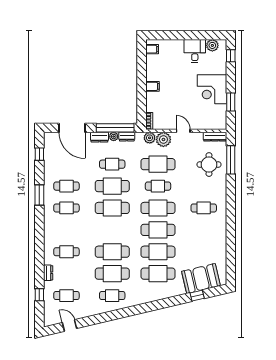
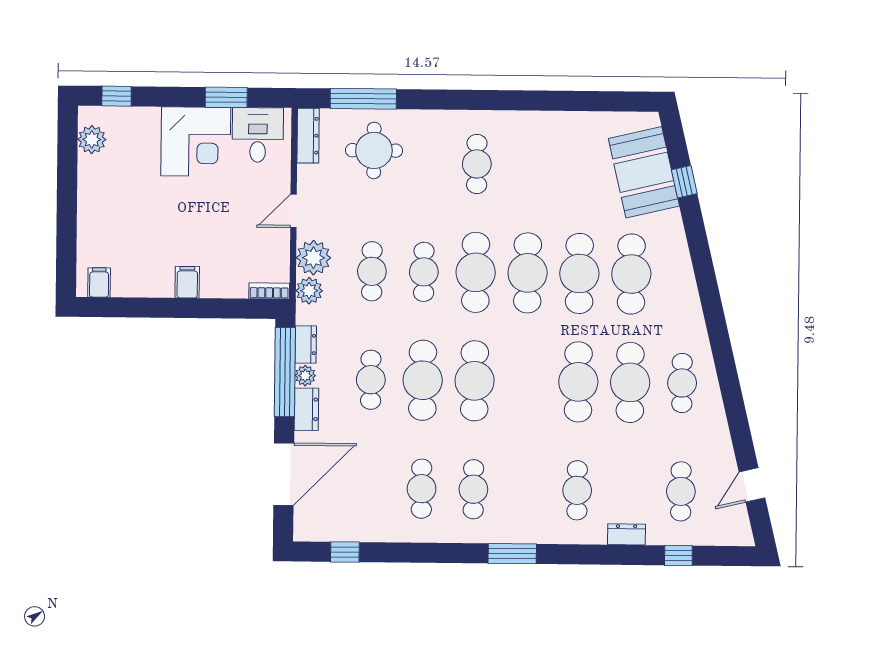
desk: (195, 51) -> (258, 135), moved, turned 90
cafe table: (158, 164) -> (372, 271), width x0.73, depth x0.74
window: (39, 195) -> (512, 554), moved

